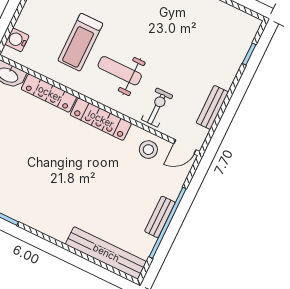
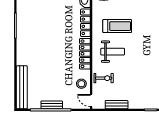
treadmill: (80, 42) -> (117, 26), turned 180
weight bench: (120, 71) -> (113, 52), turned 90

